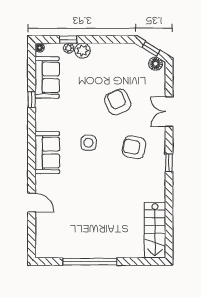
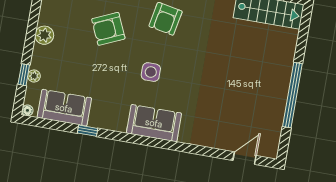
plant: (82, 51) -> (44, 35), moved
door: (32, 203) -> (245, 158), moved

